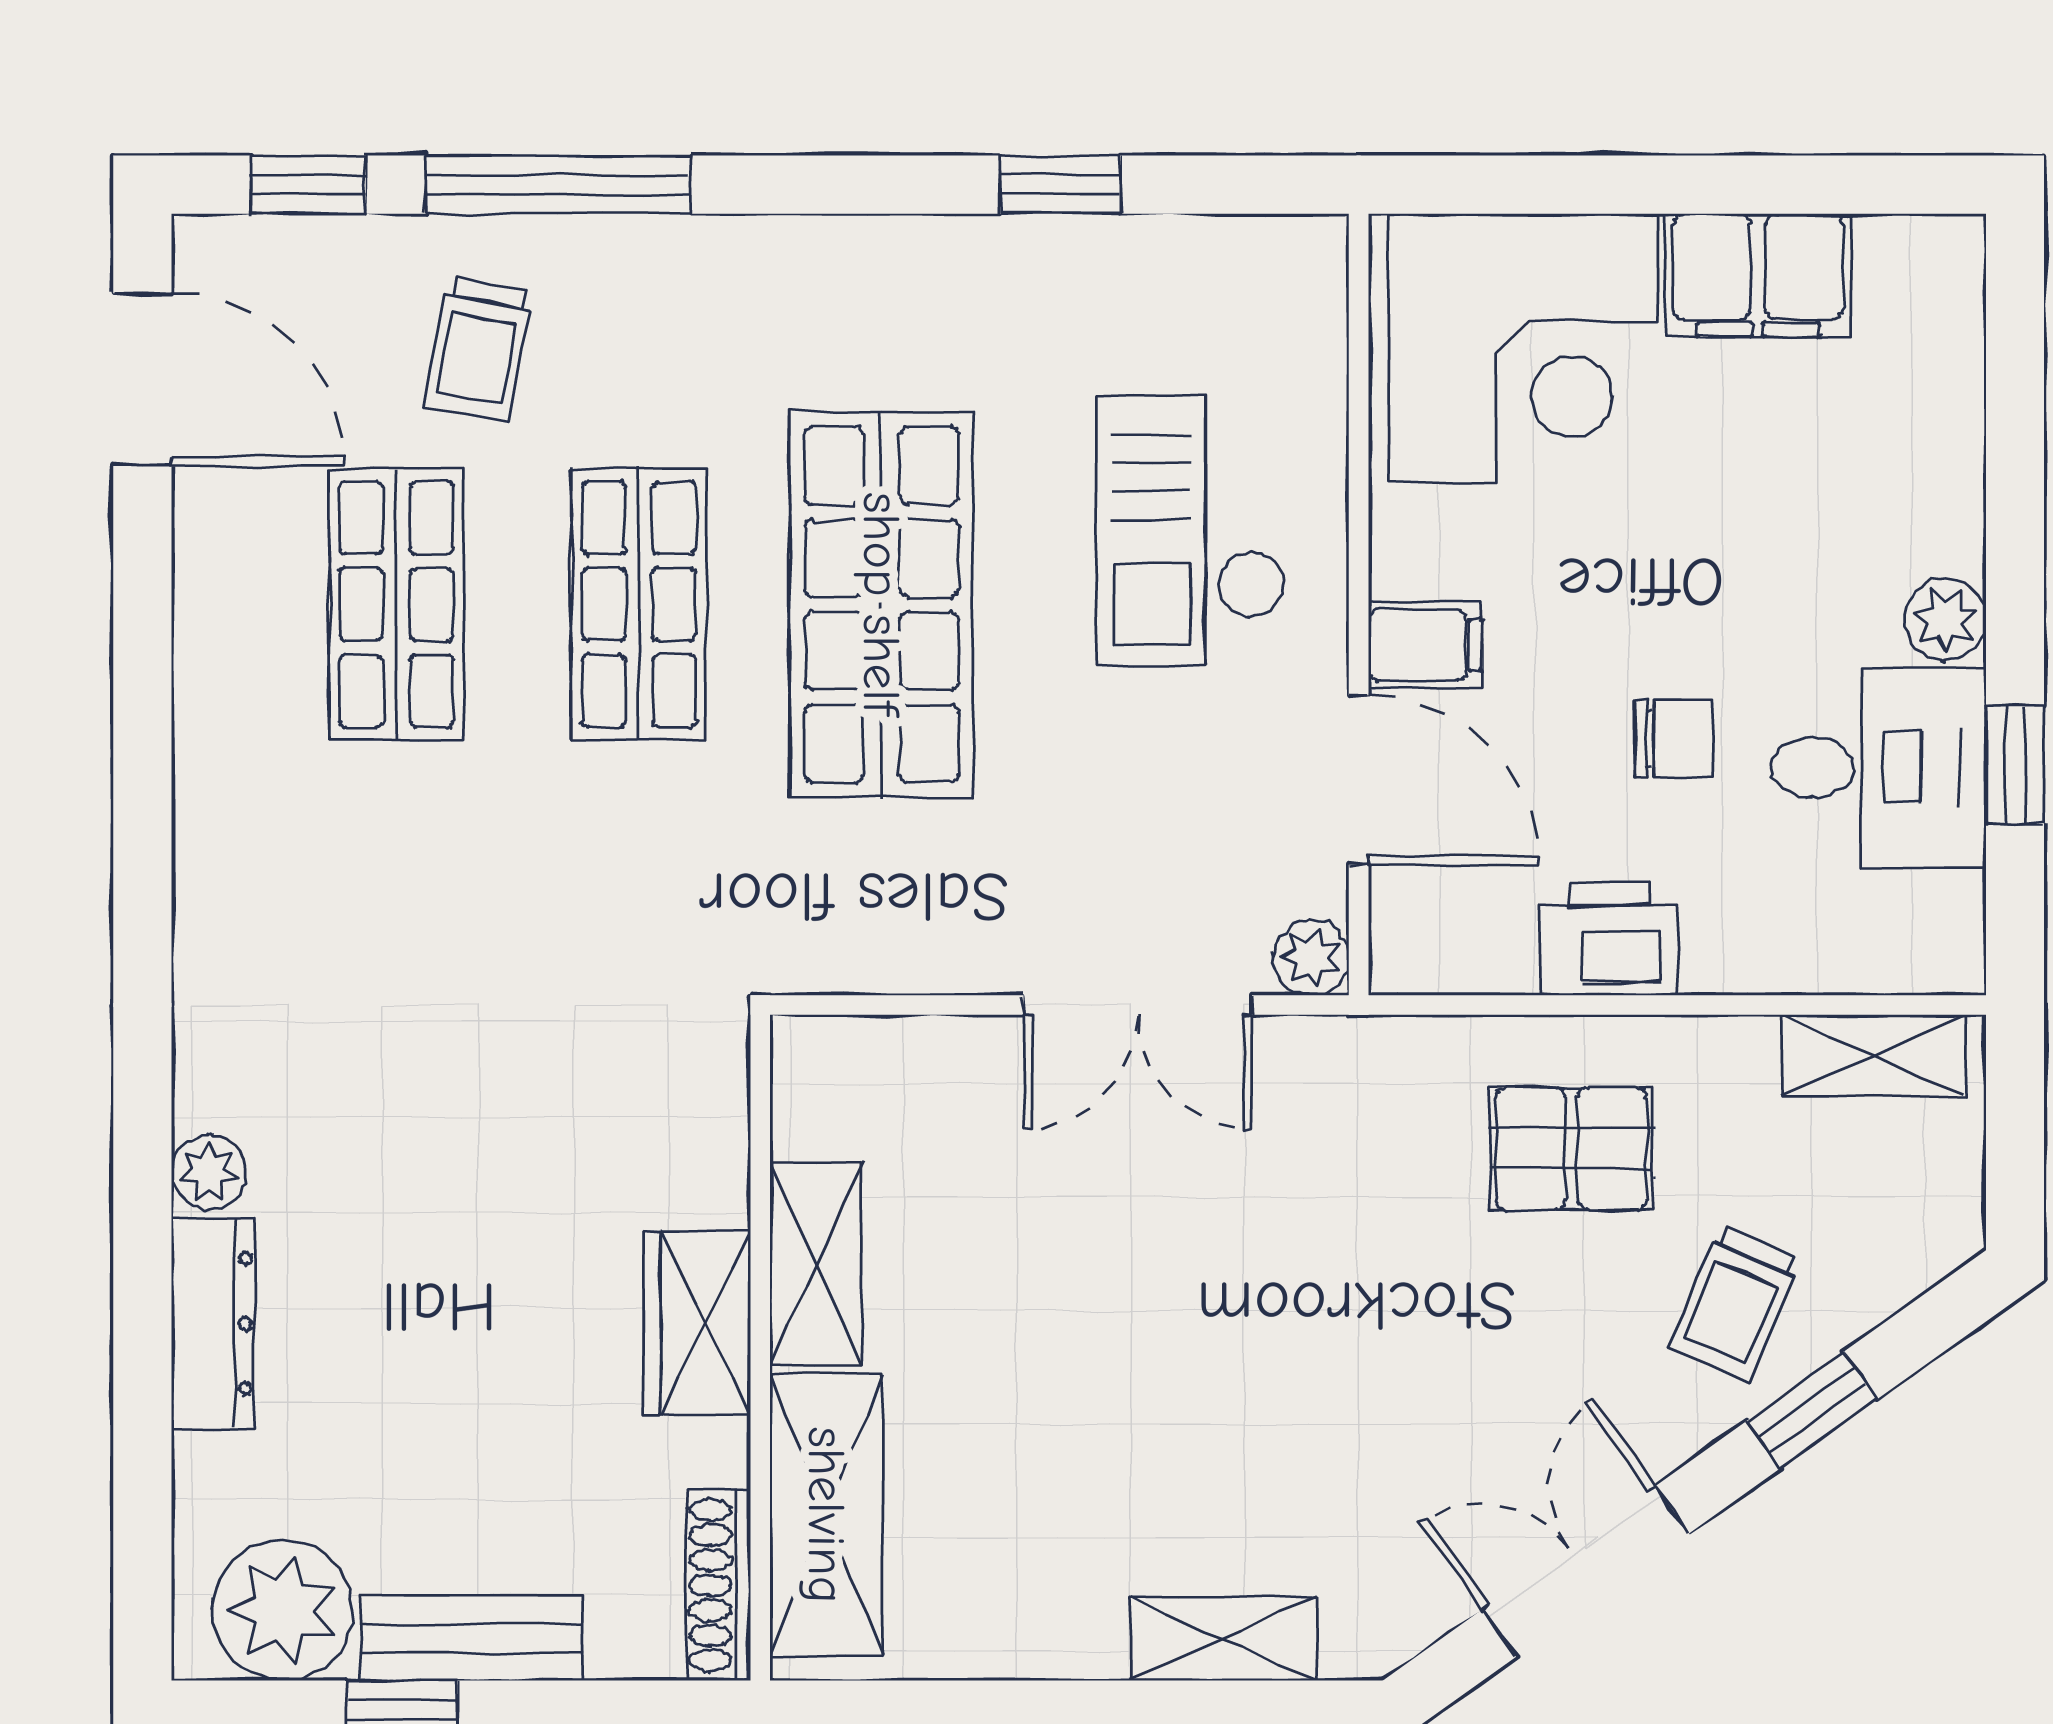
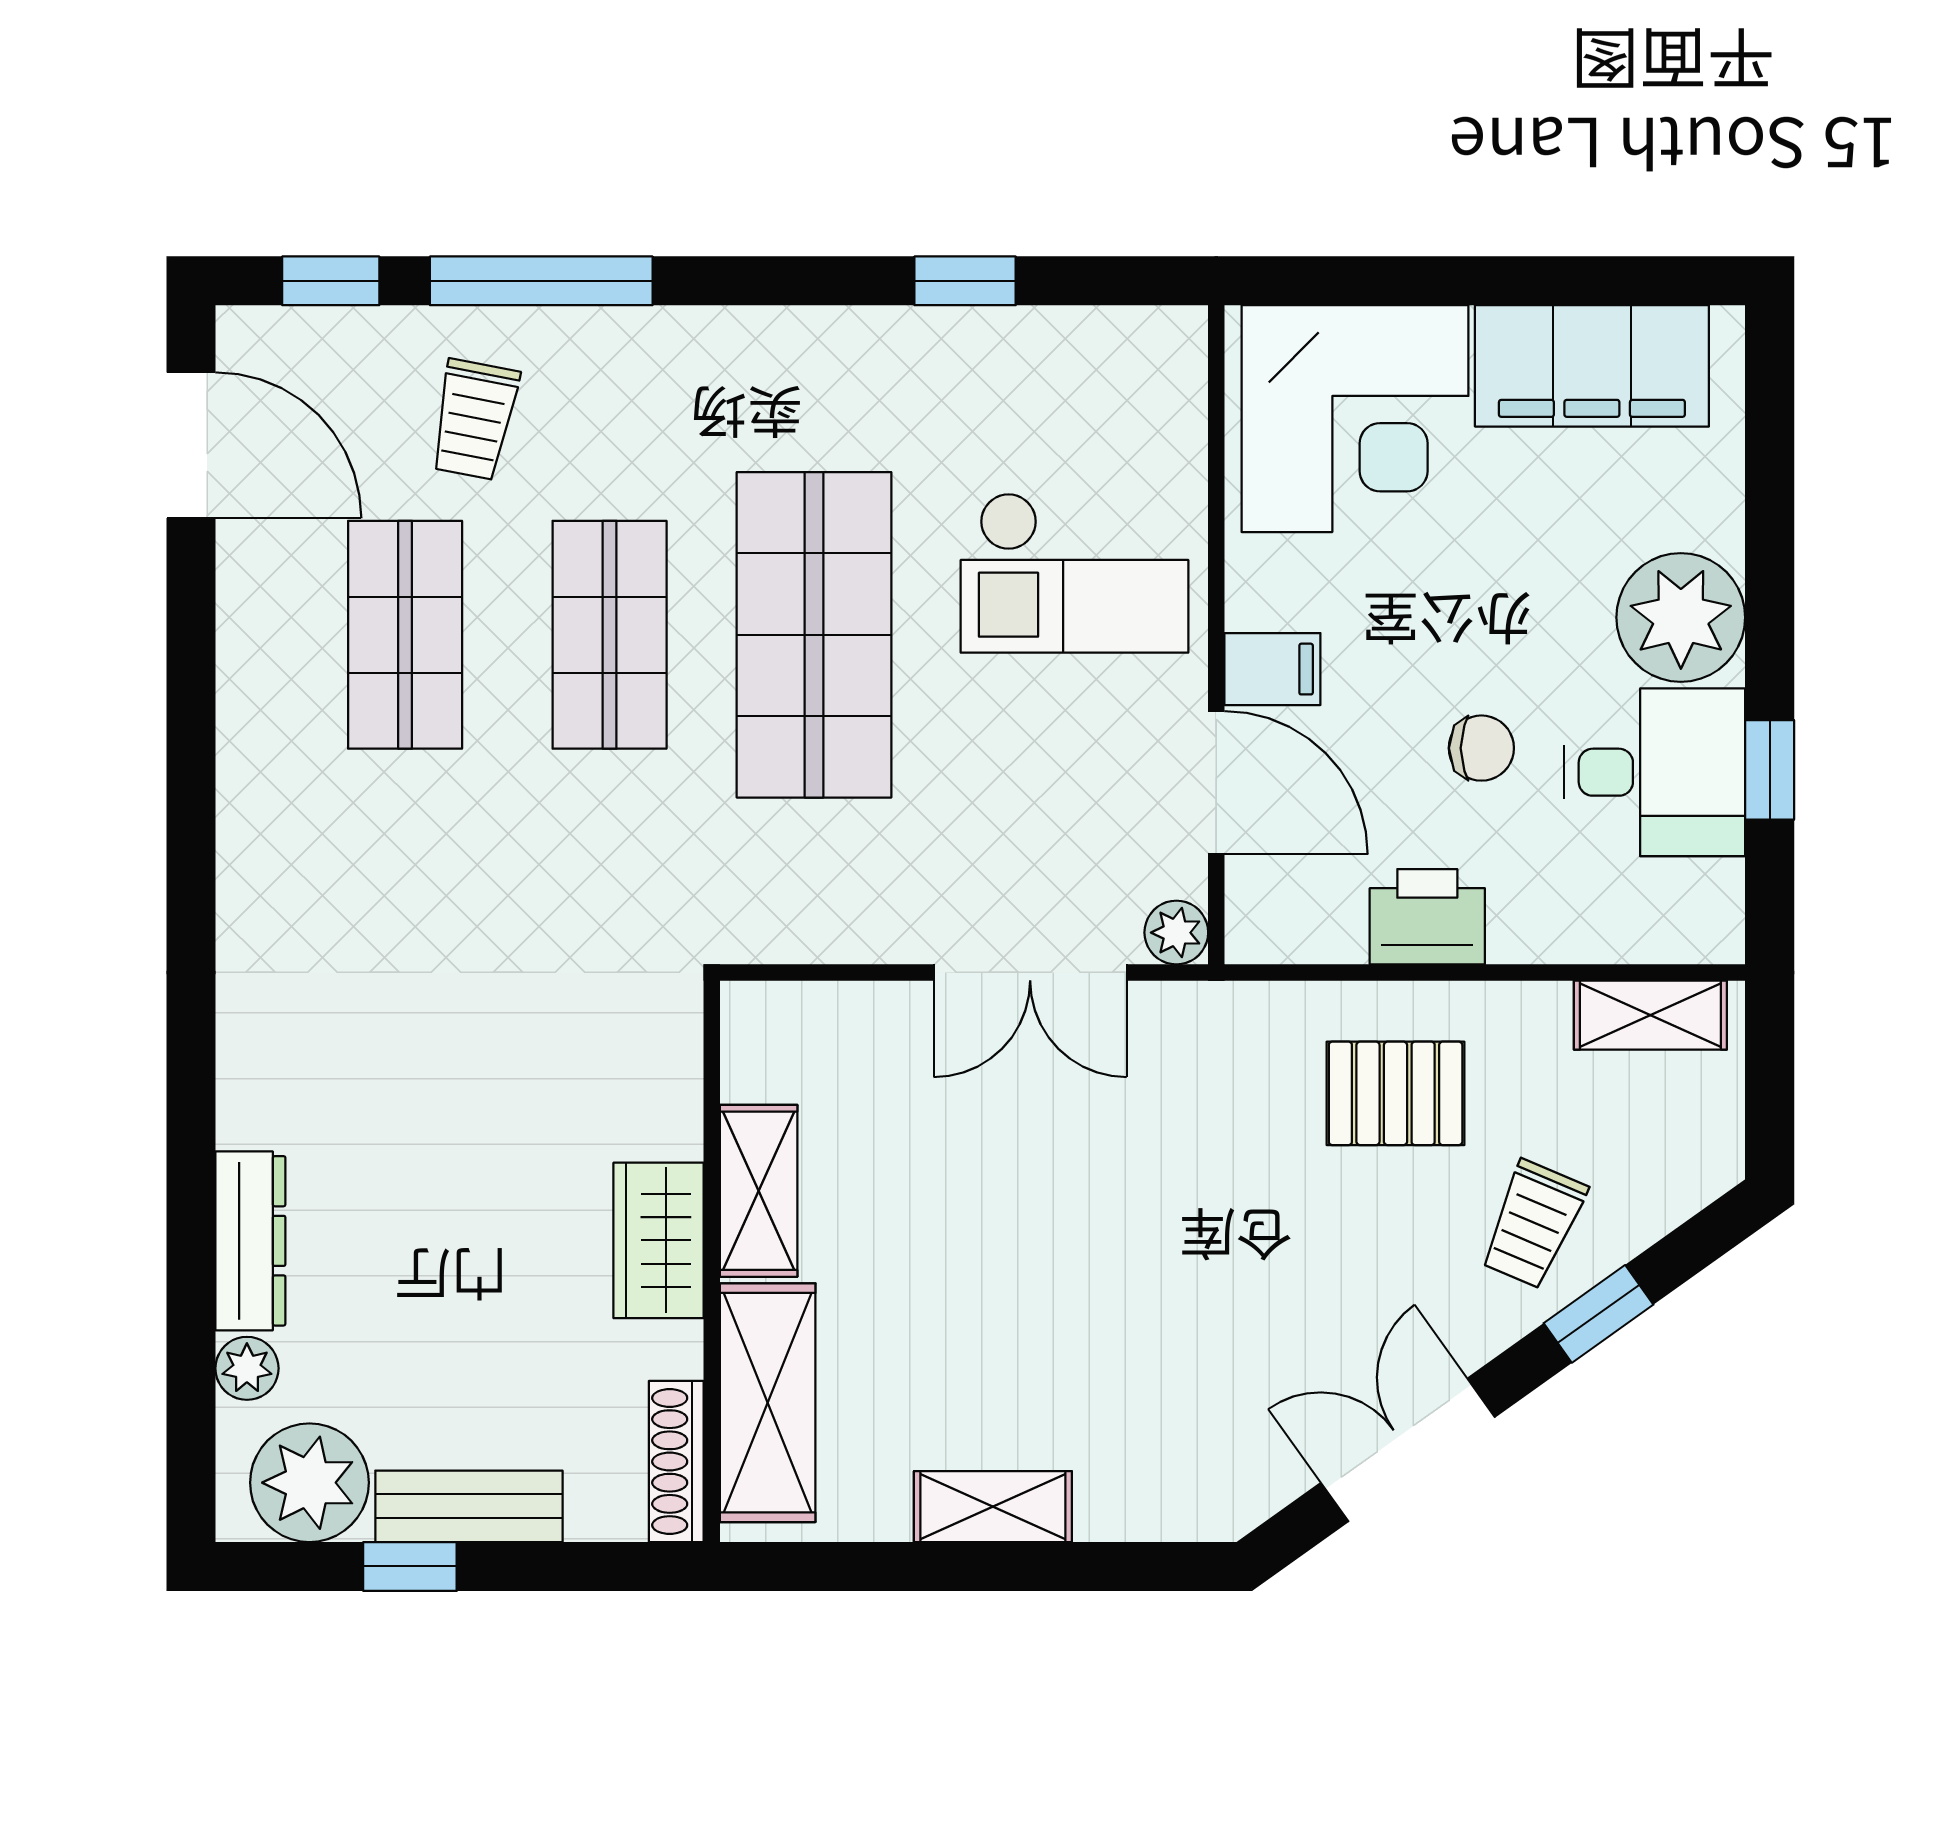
filing cabinet: (1758, 275) -> (1592, 366), width x1.50, depth x1.17
checkout: (1190, 531) -> (1075, 573), turned -90
plant: (1945, 619) -> (1681, 617), width x1.88, depth x1.88
plant: (209, 1172) -> (247, 1368), moved
shelving: (1223, 1639) -> (993, 1507), moved

